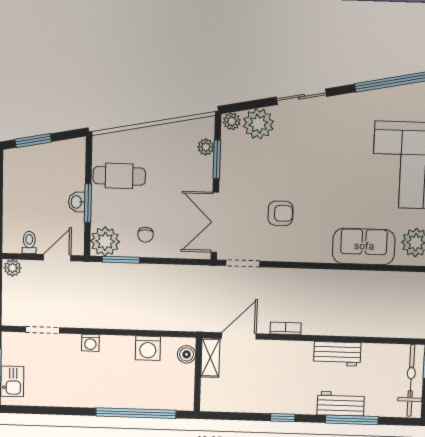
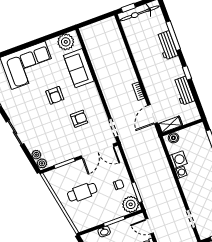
plant: (258, 124) -> (36, 155), width x0.53, depth x0.53
plant: (206, 147) -> (61, 171), removed
cafe table: (119, 176) -> (82, 192), moved, turned 90
armchair: (336, 189) -> (55, 95), added
washbasin: (77, 202) -> (104, 232), moved
armchair: (281, 213) -> (79, 119), turned 90
door: (239, 336) -> (152, 114), hinge flipped
washing machine: (90, 343) -> (181, 172), moved
workbench: (337, 354) -> (184, 91), moved, turned 180

